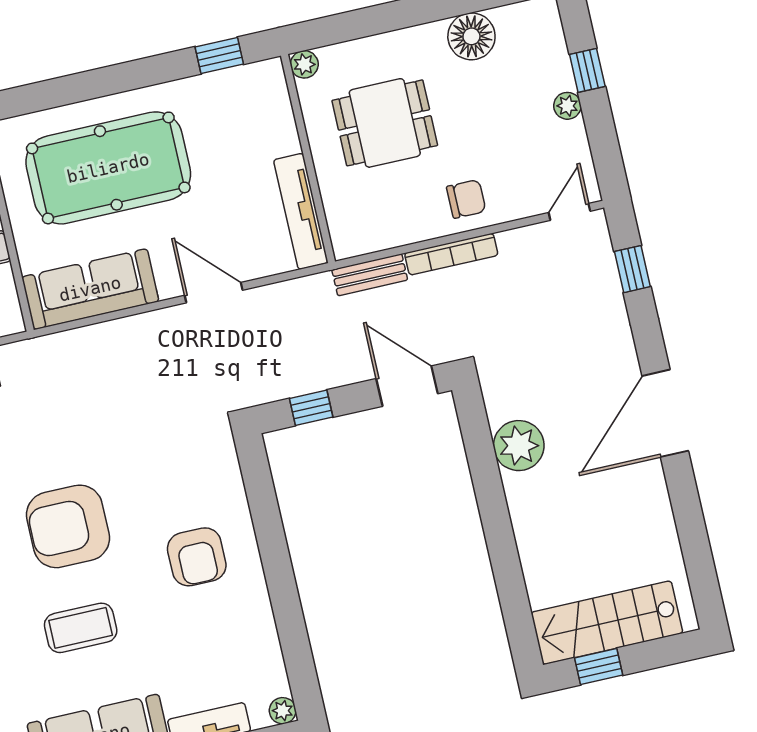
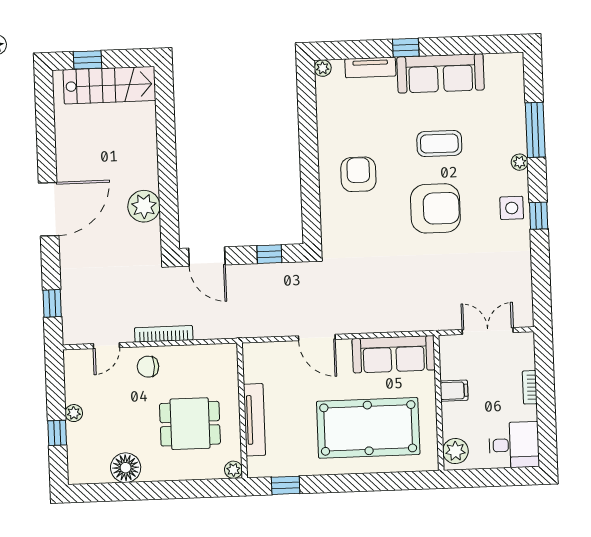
tv unit: (301, 211) -> (254, 420), moved
door: (569, 212) -> (106, 346), moved
bench: (370, 275) -> (217, 330), removed
window: (599, 666) -> (87, 60), moved

